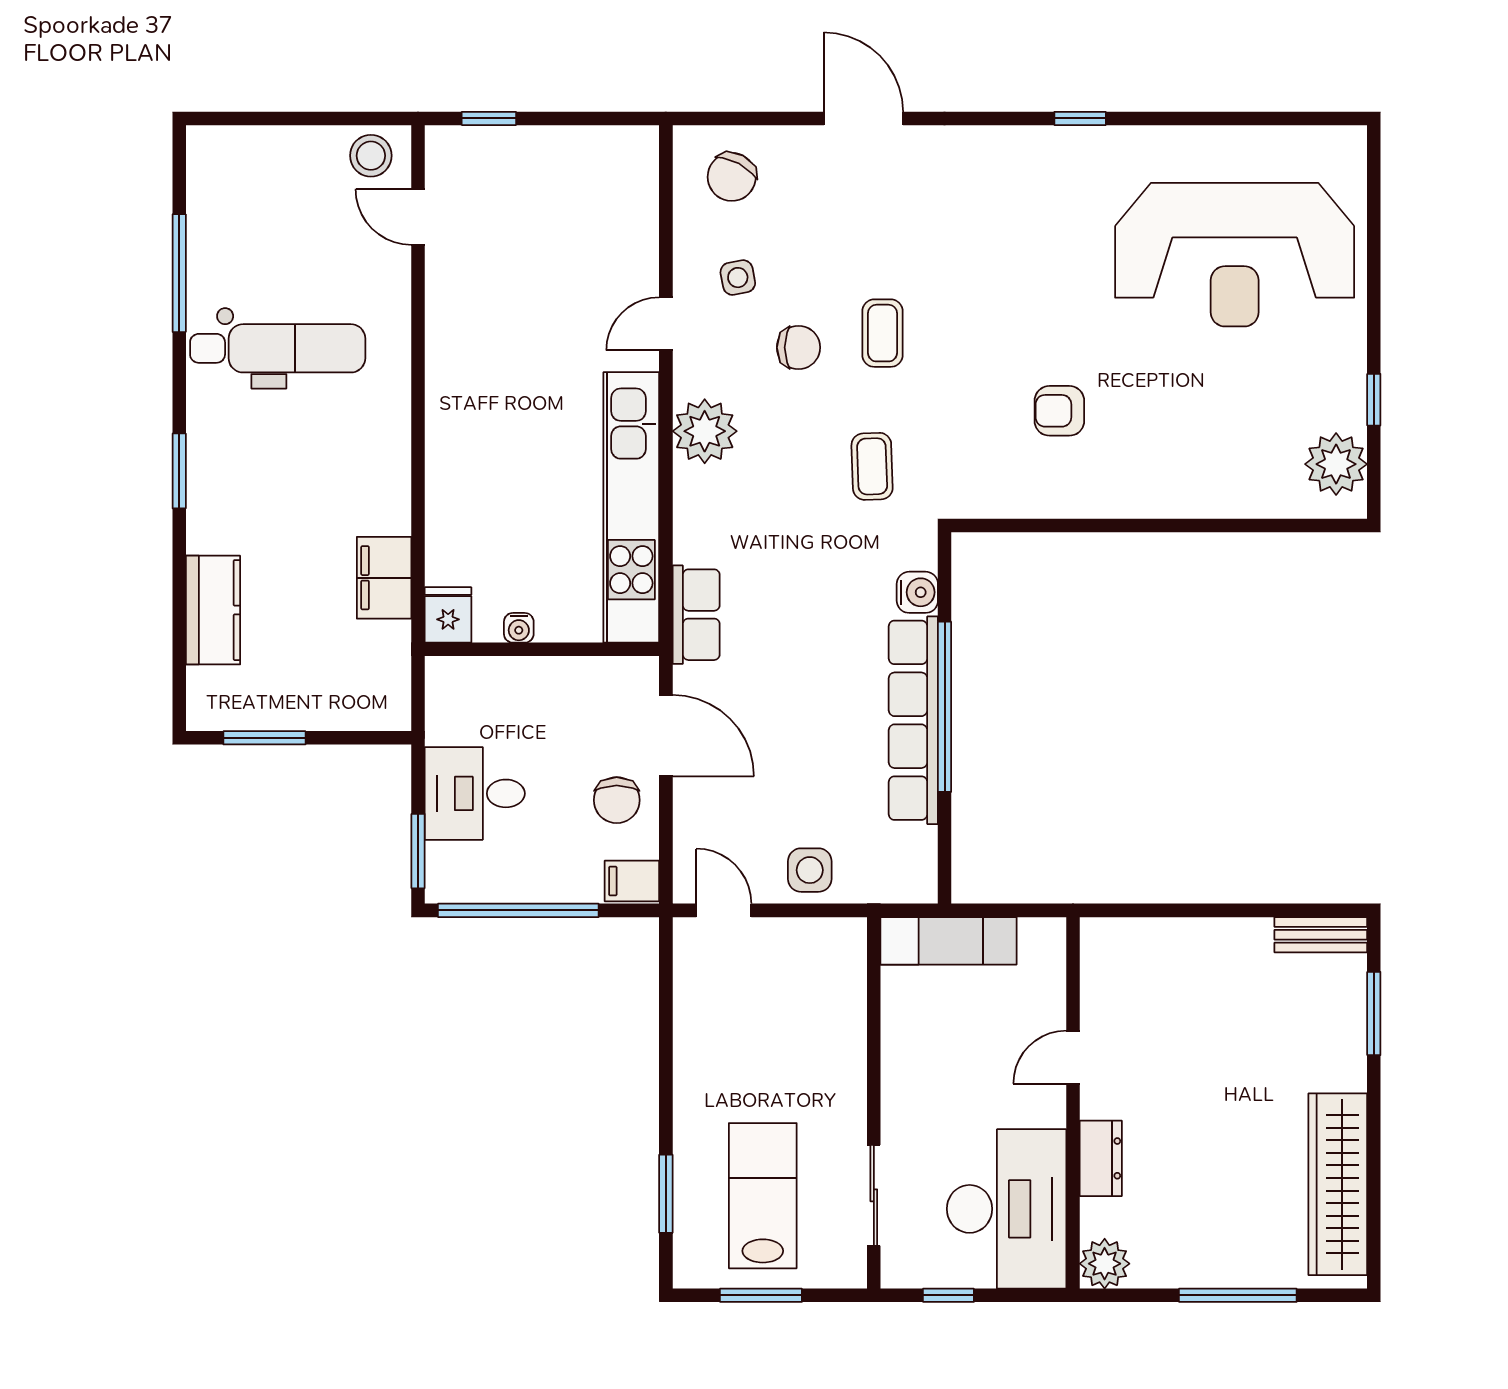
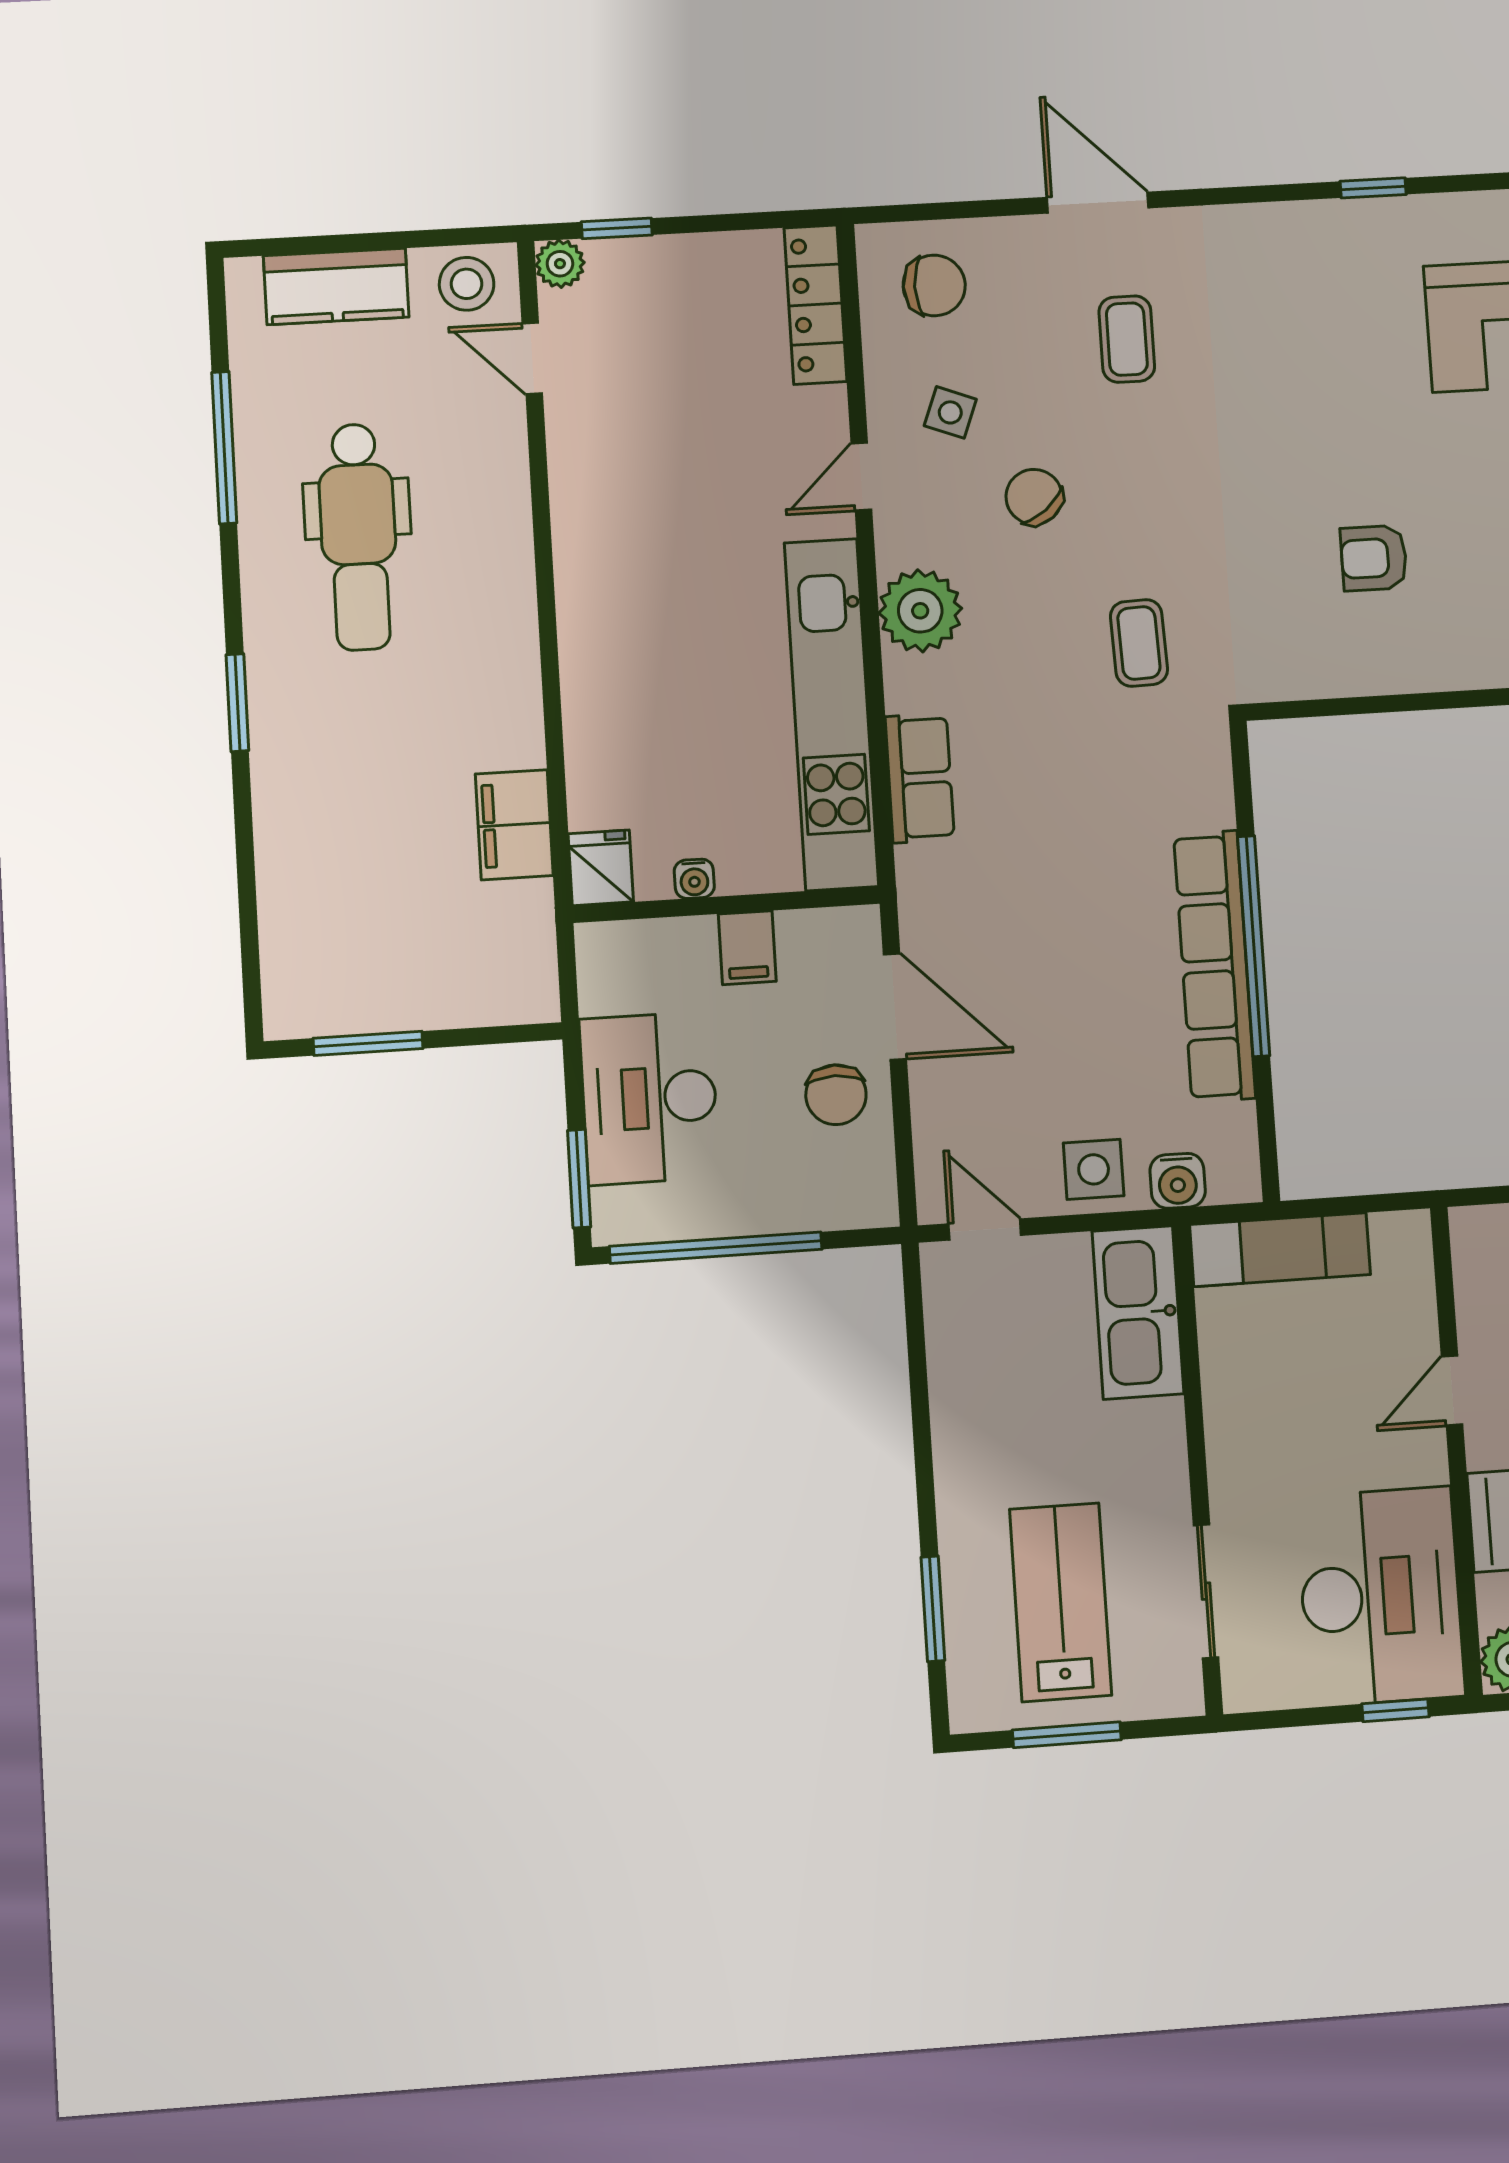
plant: (444, 144) -> (560, 264), added
chair: (732, 177) -> (934, 285), turned -118
locker: (639, 187) -> (815, 305), added
side table: (738, 278) -> (950, 412), turned 32
coffee table: (882, 333) -> (1127, 339), moved
chair: (798, 347) -> (1034, 497), turned -129
dental chair: (278, 348) -> (358, 537), turned 90
water cooler: (917, 592) -> (1178, 1181), moved, turned 90
kitchen counter: (213, 610) -> (336, 286), moved, turned 90
row of seats: (696, 615) -> (920, 778), moved
desk: (475, 793) -> (649, 1098), width x1.37
filing cabinet: (632, 881) -> (747, 948), moved, turned -90
kitchen sink: (836, 981) -> (1138, 1312), added
window: (948, 1295) -> (1395, 1710), moved

